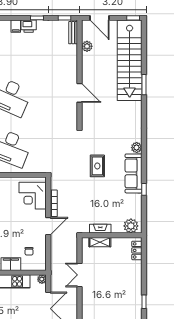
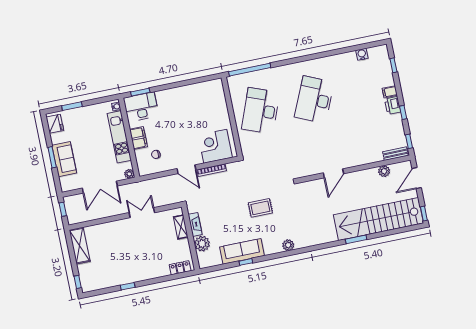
sofa: (134, 173) -> (242, 251), moved
plant: (131, 226) -> (202, 244), moved

